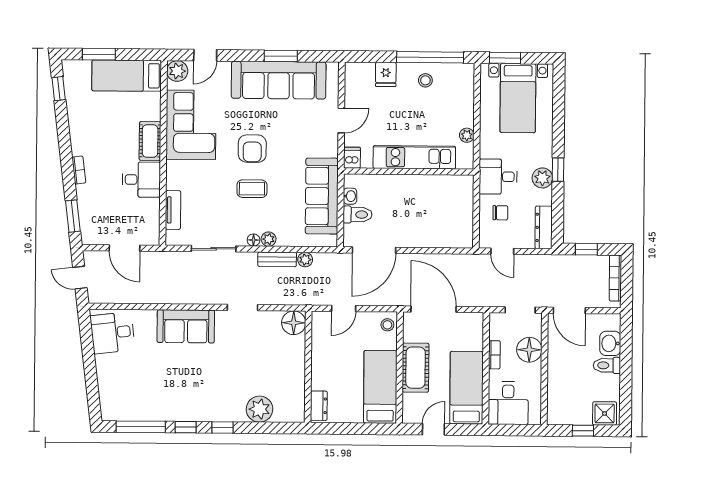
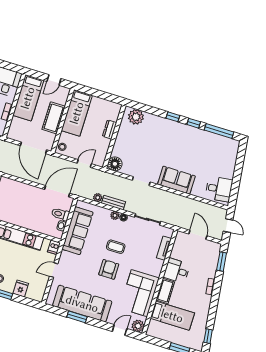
bed: (127, 76) -> (172, 316), moved
dresser: (319, 406) -> (110, 129), moved
plant: (259, 409) -> (136, 117), moved

